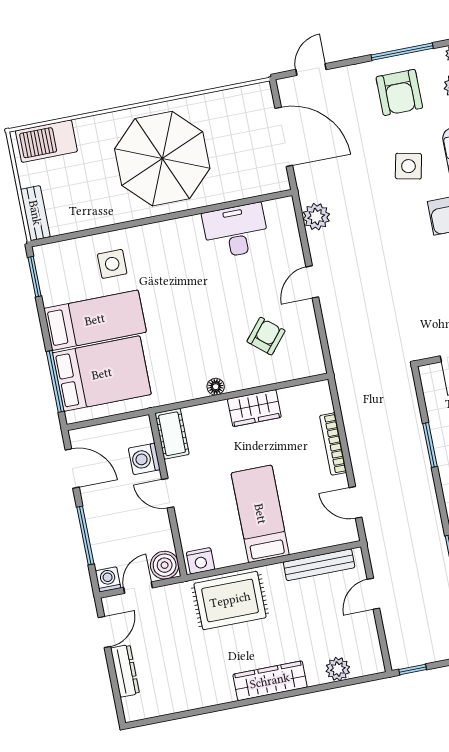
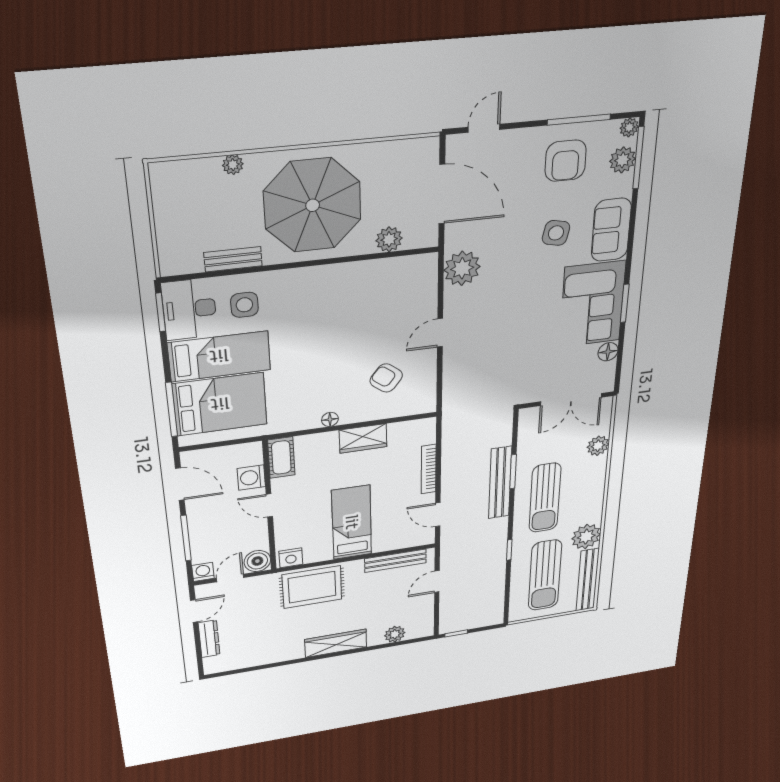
plant: (84, 127) -> (233, 165), added
barbecue: (46, 141) -> (189, 176), removed
plant: (241, 186) -> (389, 239), added
bench: (35, 213) -> (233, 259), moved, turned 90
plant: (316, 217) -> (462, 268), width x1.36, depth x1.36
desk: (236, 231) -> (189, 309), moved, turned -90
armchair: (266, 336) -> (386, 378), turned -92
bench: (418, 459) -> (500, 483), added

